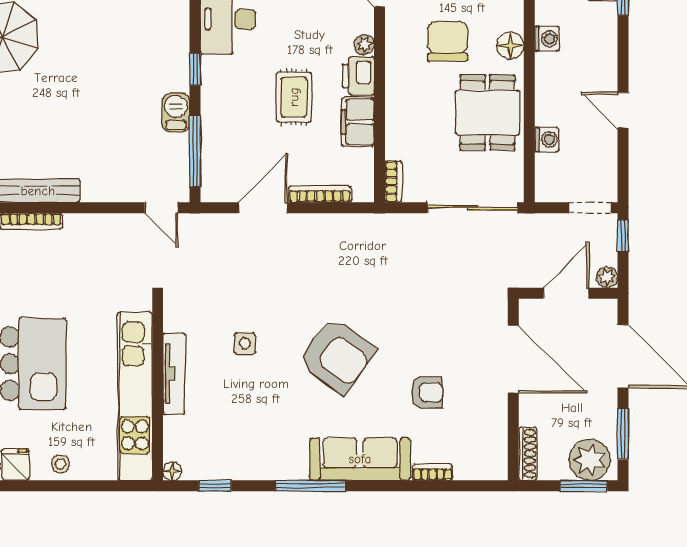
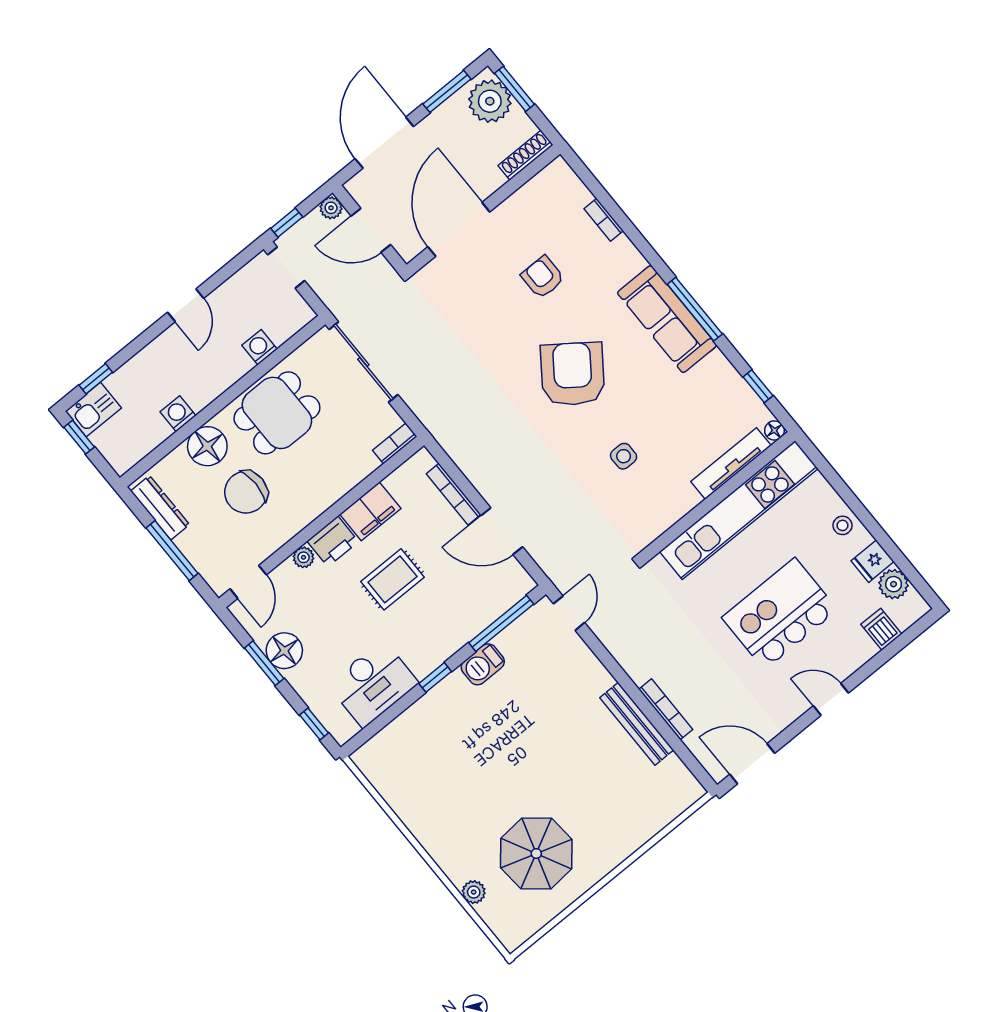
floor lamp: (510, 46) -> (207, 446), width x1.38, depth x1.38
tv unit: (174, 374) -> (731, 464), moved
sofa: (360, 459) -> (667, 319), moved

